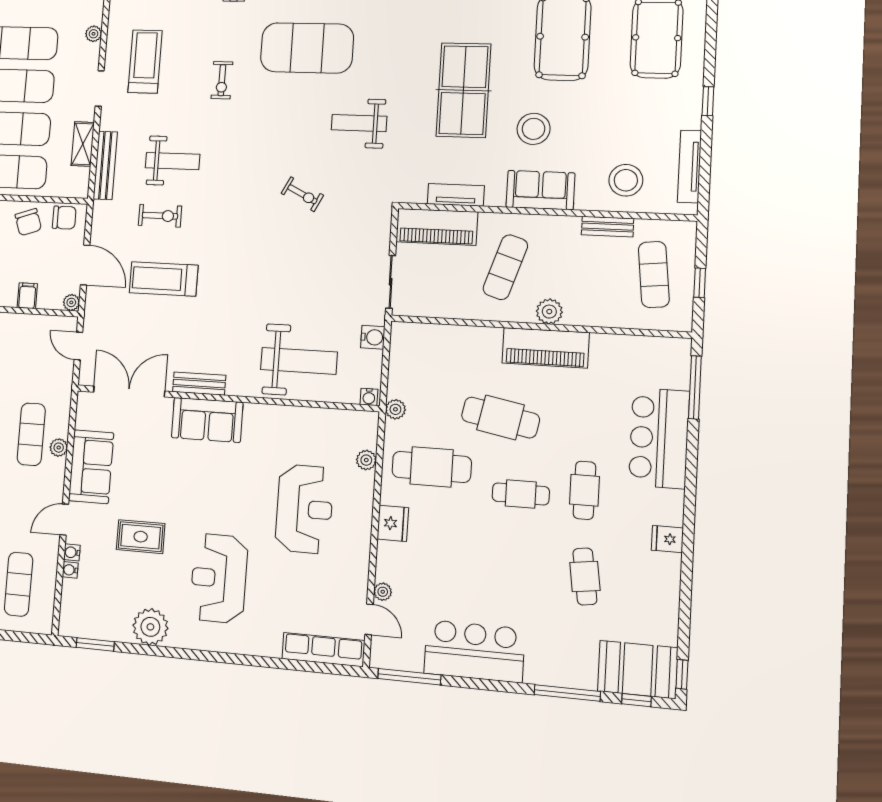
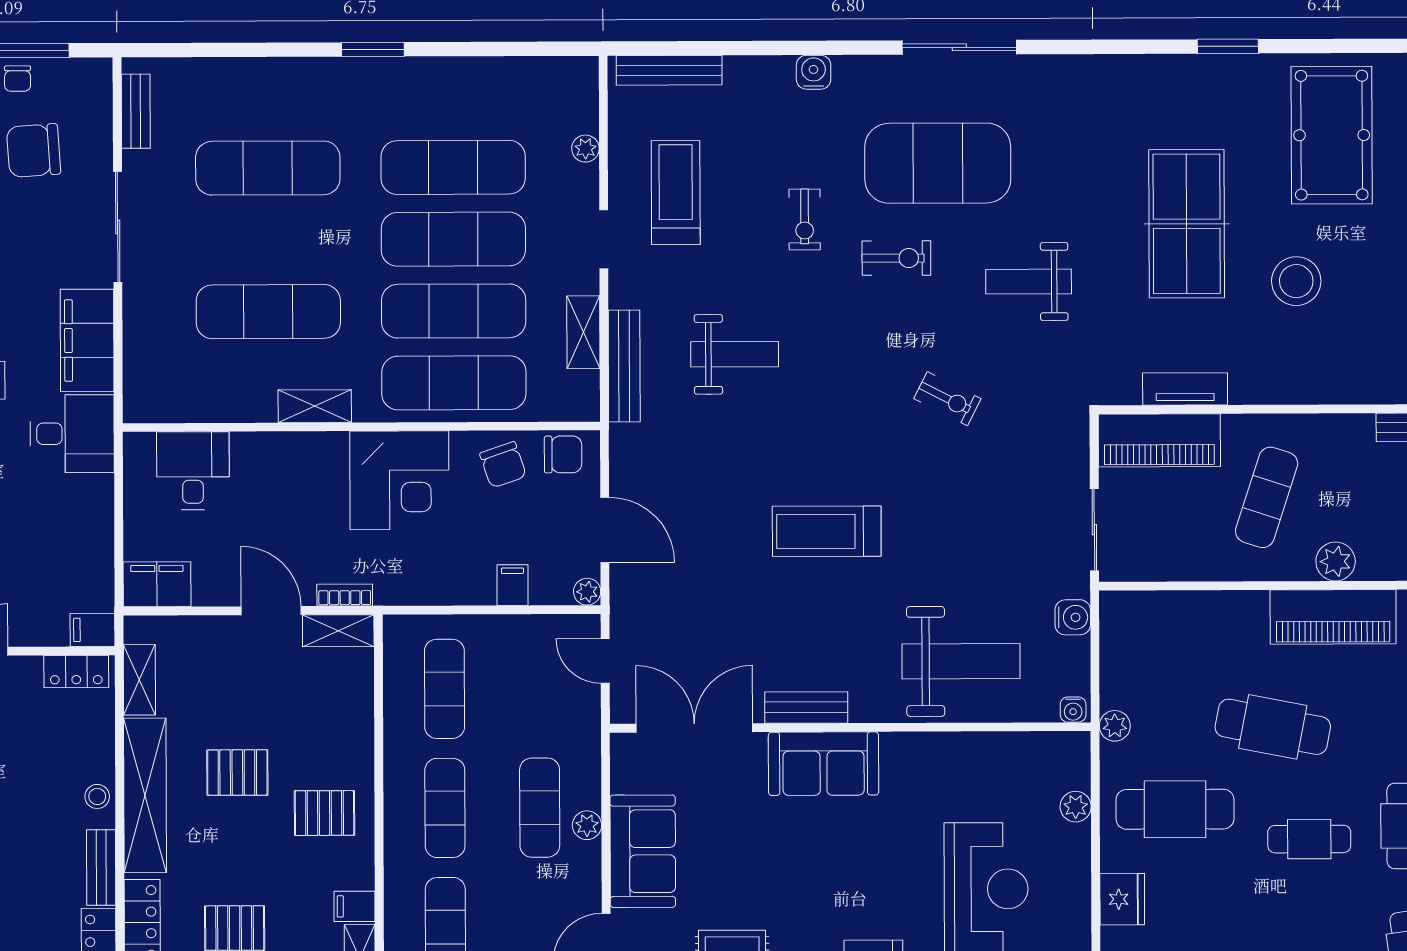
sofa: (540, 190) -> (1312, 376), removed
exercise bike: (160, 216) -> (896, 258), moved
treadmill: (164, 279) -> (827, 531), moved

